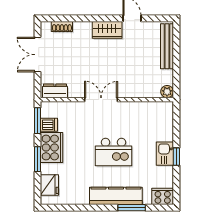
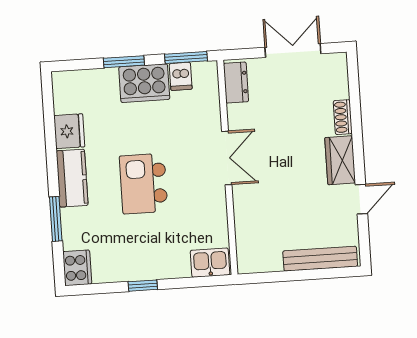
shoe rack: (62, 27) -> (343, 117), moved
plant: (167, 92) -> (247, 264), removed
kitchen sink: (165, 154) -> (210, 263), moved
fridge: (49, 185) -> (69, 131), moved, turned -90
kitchen counter: (116, 196) -> (72, 178), width x0.67

